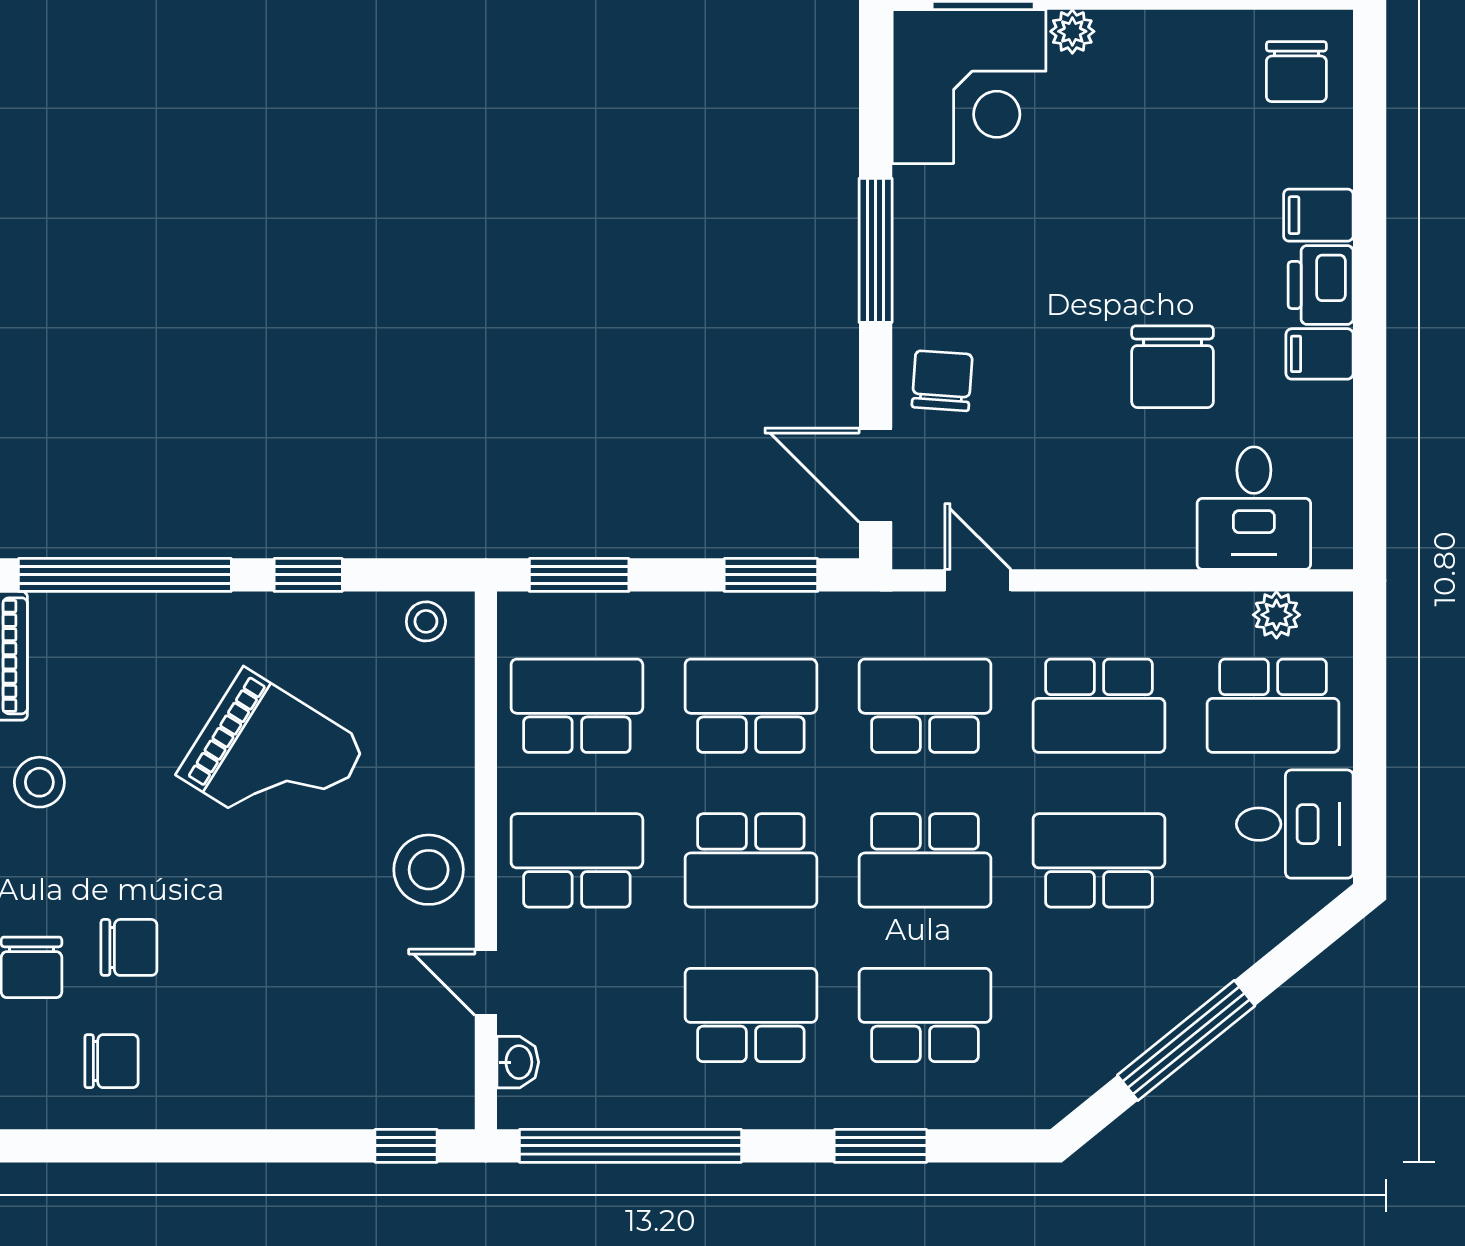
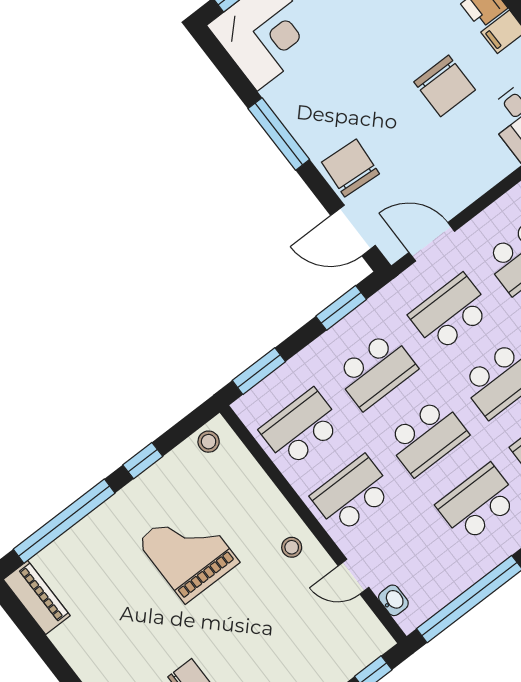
chair: (942, 381) -> (350, 168), width x1.37, depth x1.37
door: (978, 580) -> (432, 242), width x1.38
school desk: (751, 706) -> (376, 370), turned 180
grand piano: (272, 760) -> (188, 552), turned -122
stool: (39, 782) -> (96, 638), removed
stool: (429, 870) -> (292, 547), width x0.53, depth x0.53

